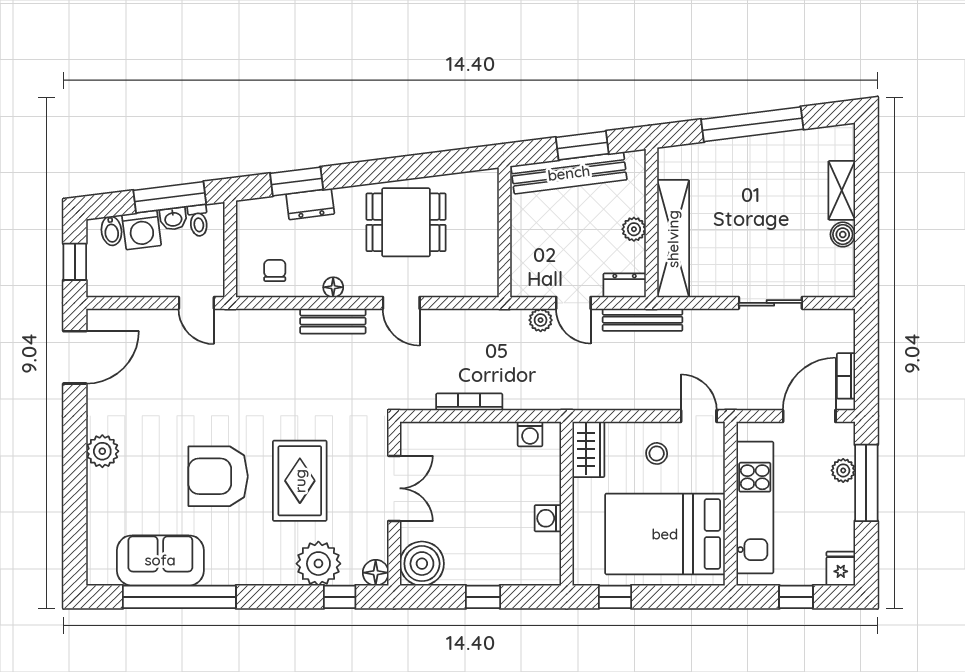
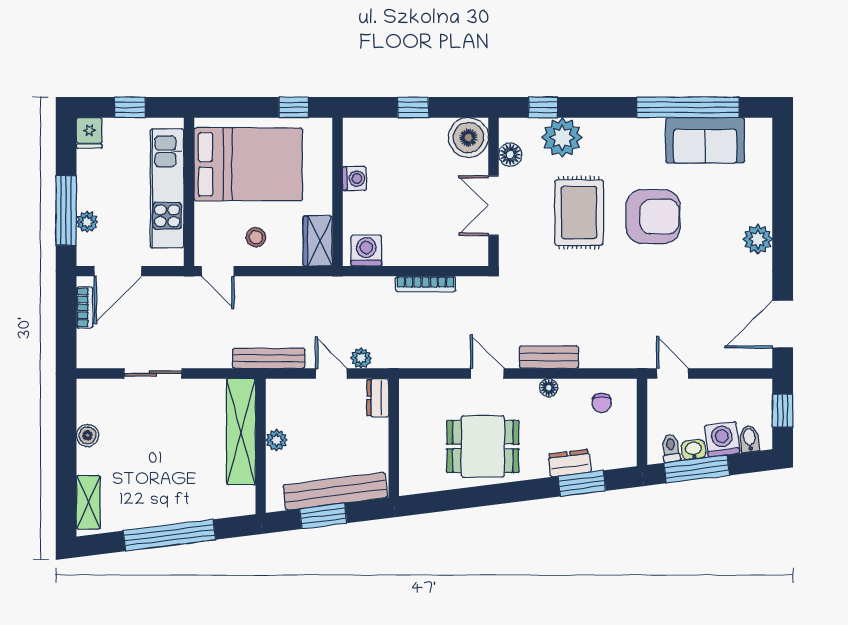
shelving: (842, 190) -> (88, 502), moved
dresser: (625, 285) -> (378, 398), moved, turned 90
washing machine: (530, 434) -> (366, 251), width x1.38, depth x1.38
floor lamp: (376, 573) -> (510, 155), moved

